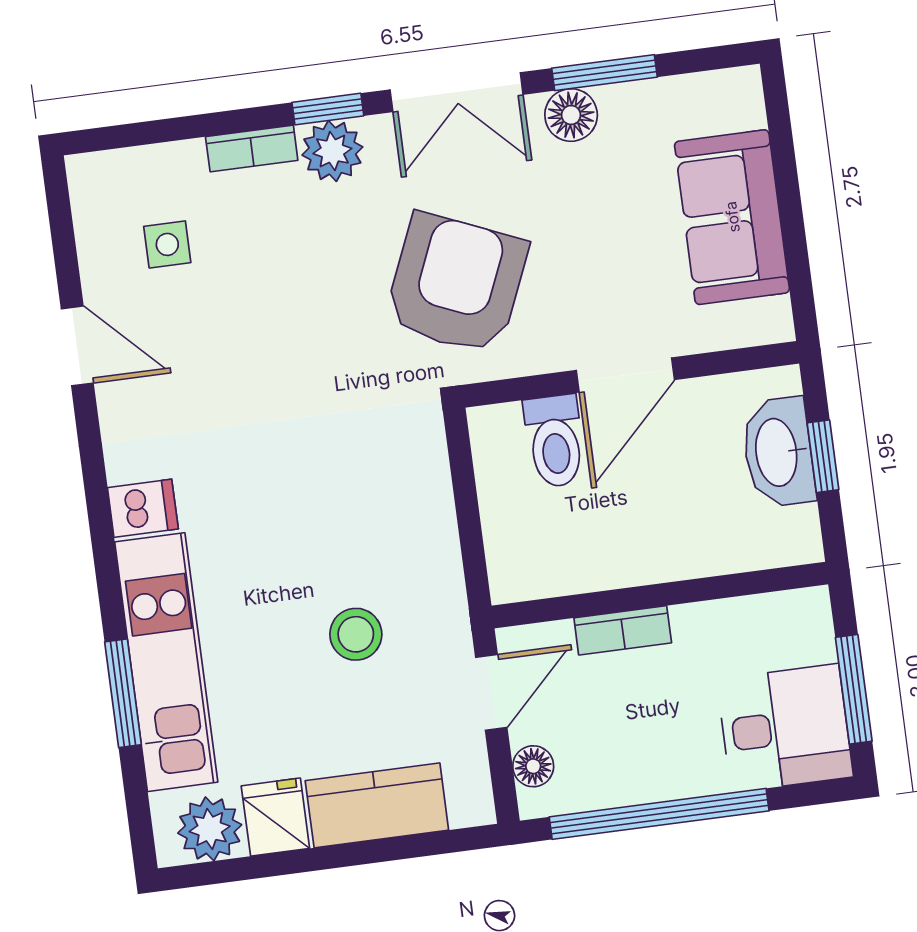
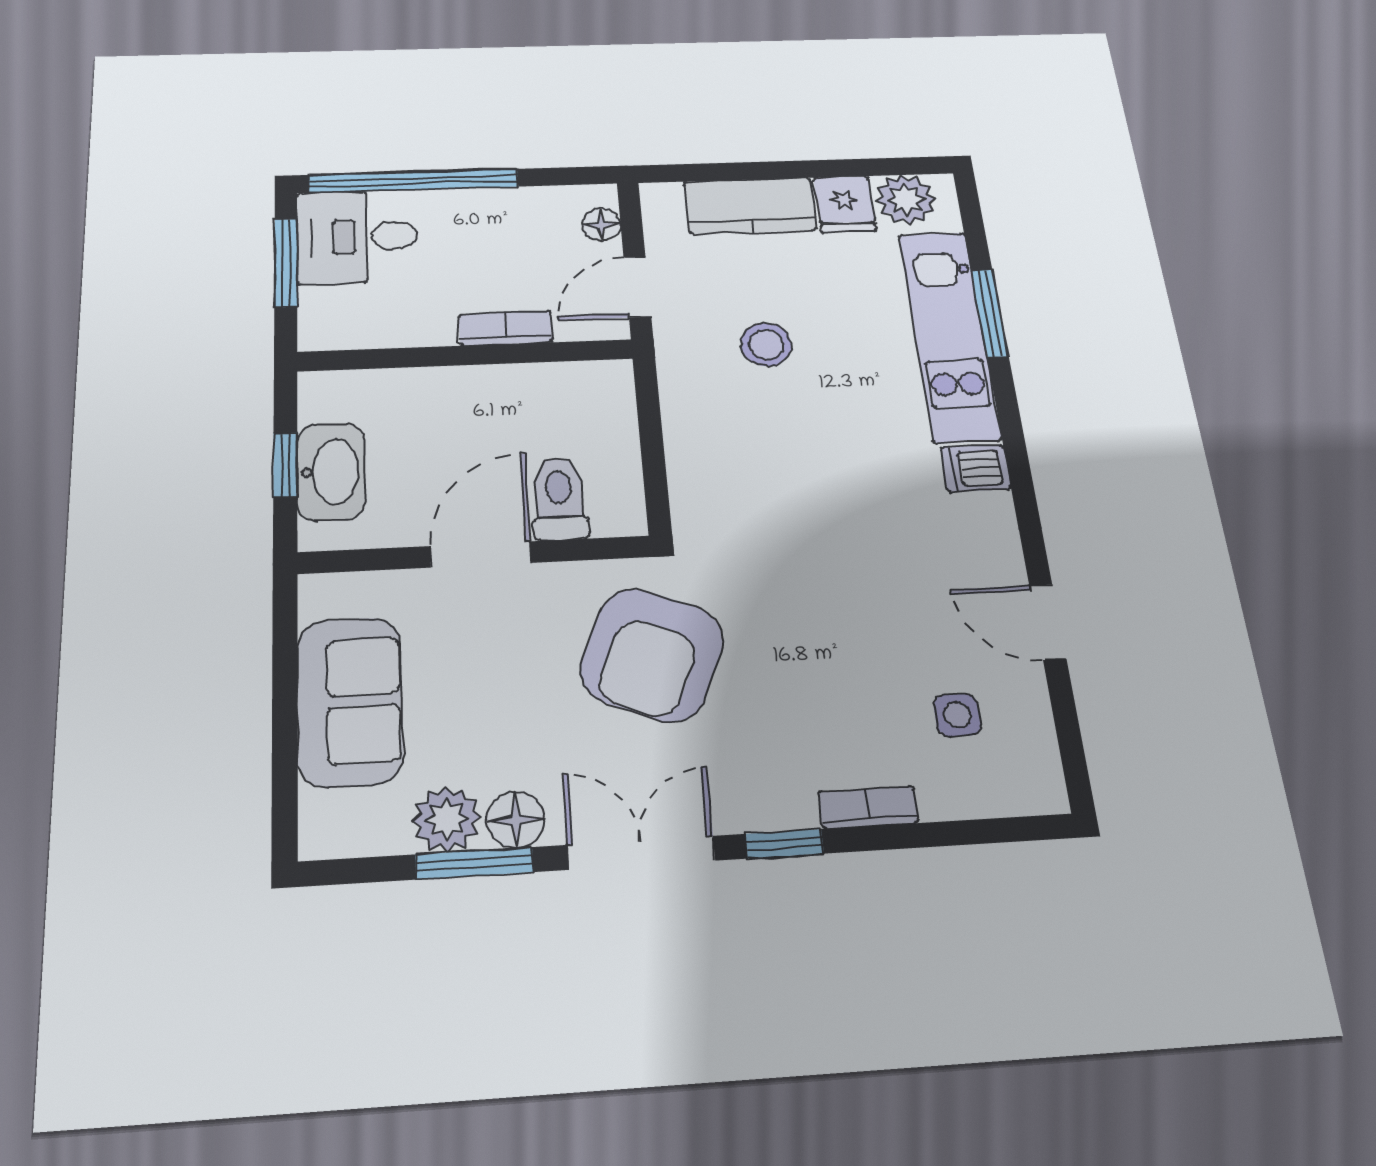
plant: (332, 151) -> (447, 819), moved
window: (659, 814) -> (414, 181), moved

